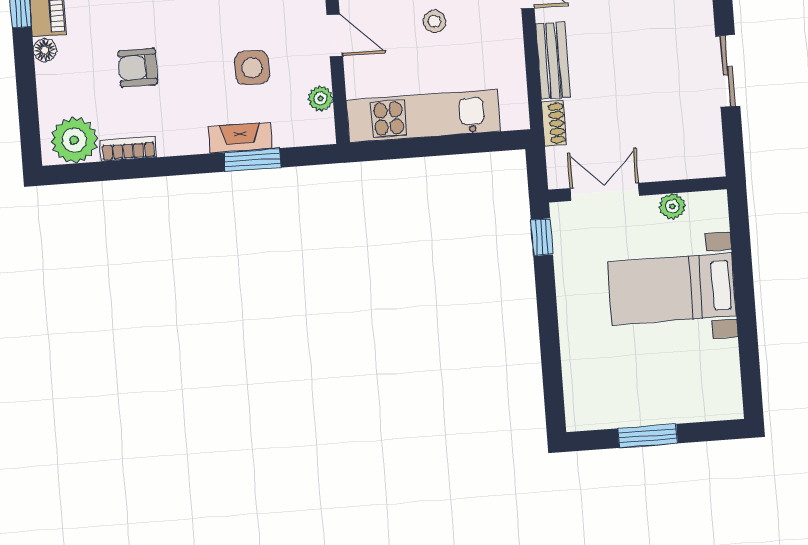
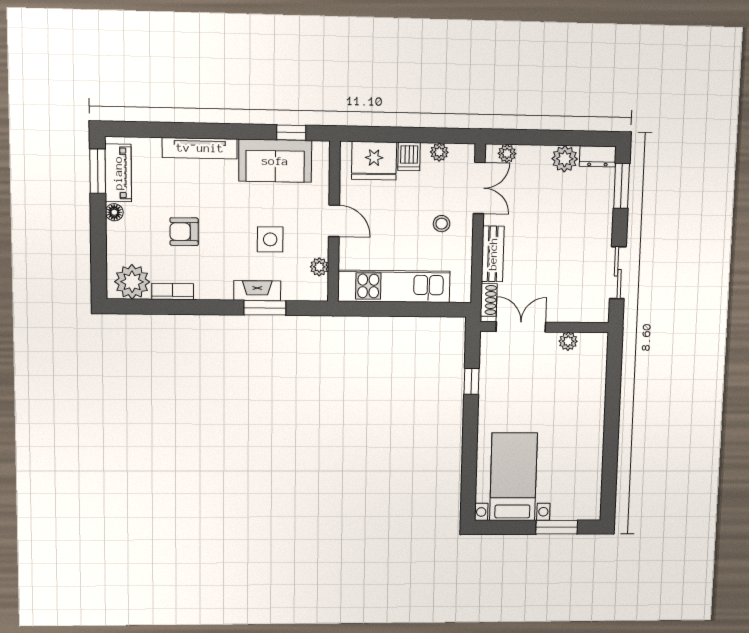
stool: (435, 21) -> (442, 224), moved
wall: (637, 189) -> (545, 327), moved
double door: (605, 192) -> (521, 327), moved
plant: (672, 206) -> (568, 341), moved
bed with nightstands: (672, 289) -> (513, 477), moved, turned 90
window: (648, 436) -> (557, 527), moved

